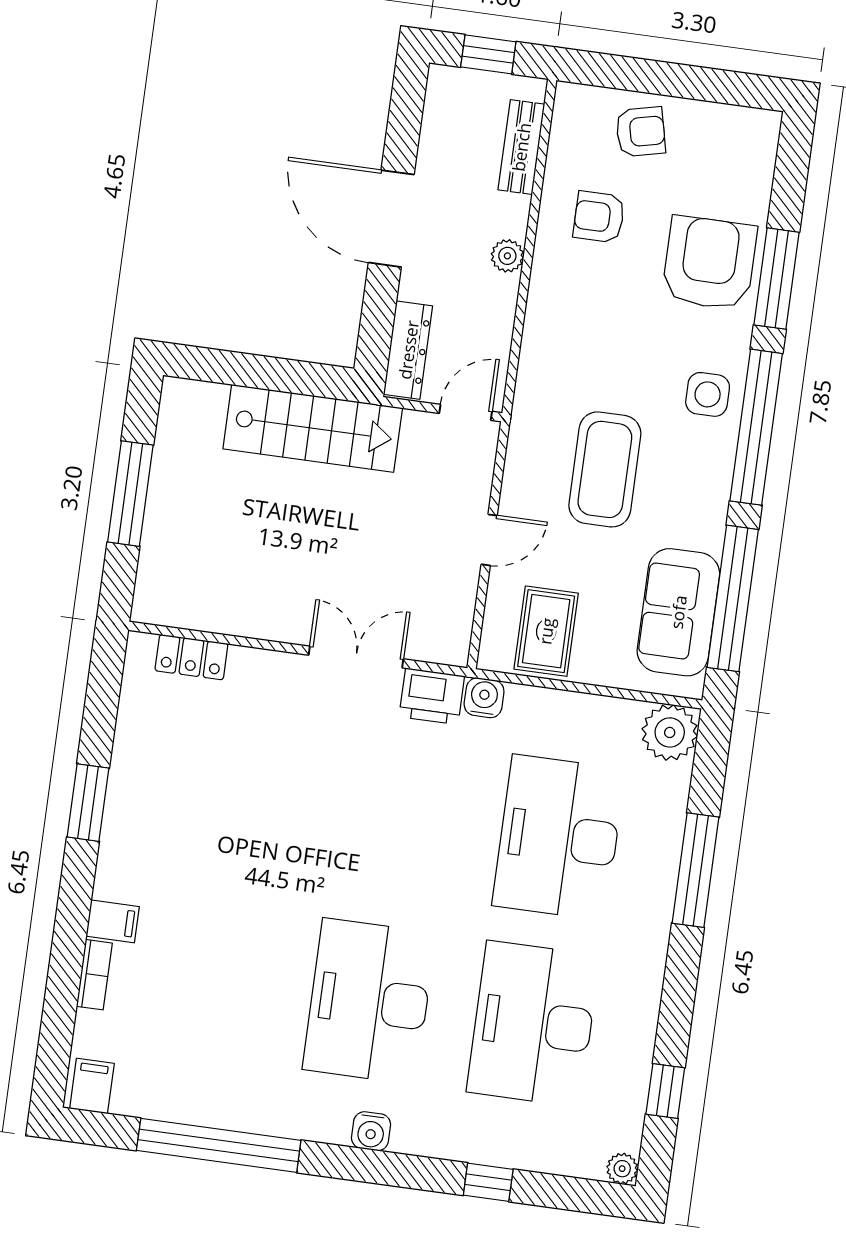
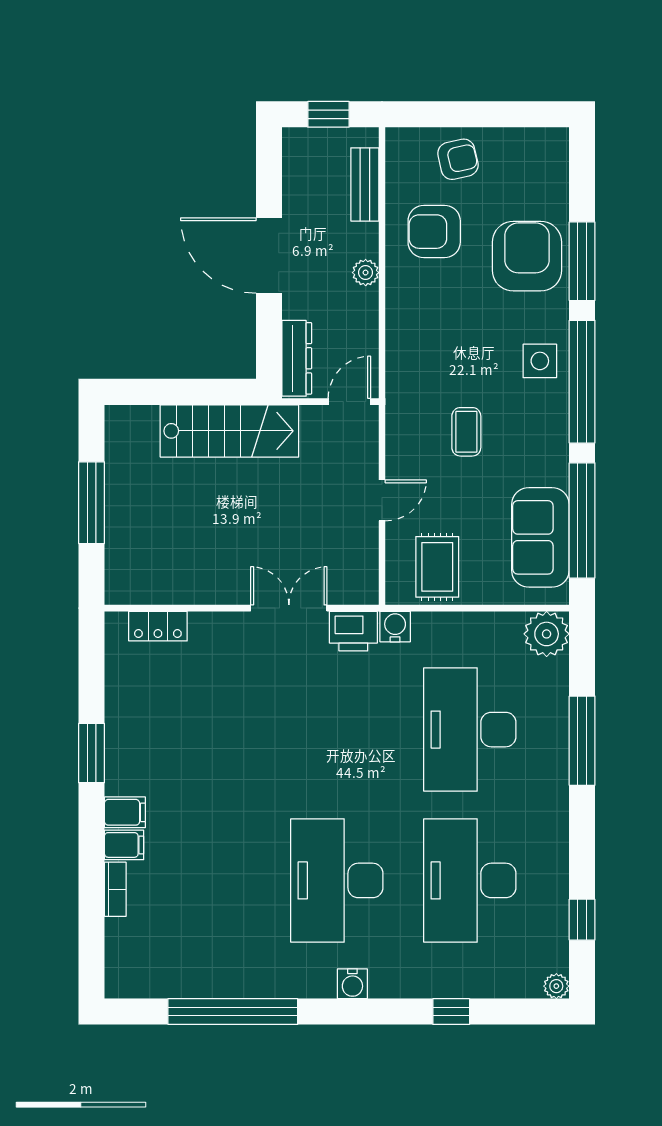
armchair: (599, 217) -> (434, 232), width x1.38, depth x1.38
coffee table: (605, 469) -> (466, 432), width x0.54, depth x0.58
filing cabinet: (92, 1086) -> (125, 812), moved, turned 90

